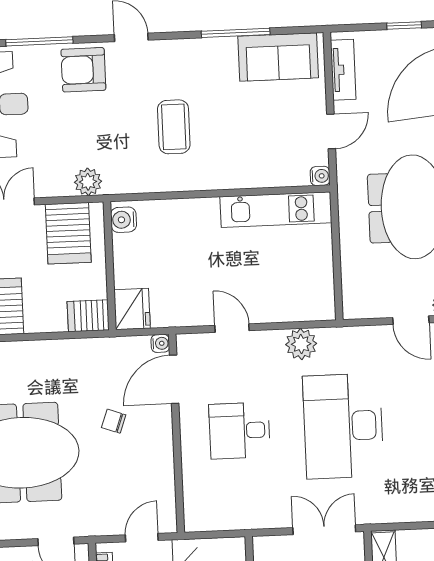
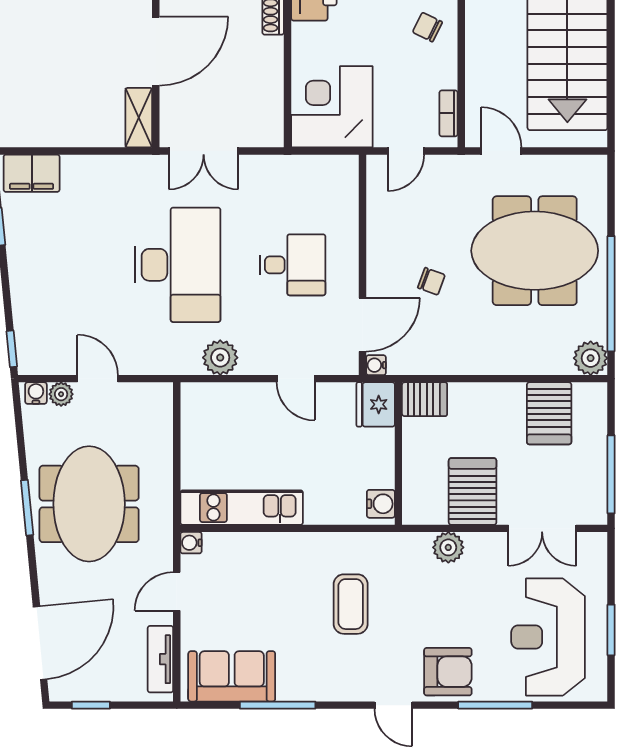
water cooler: (123, 220) -> (381, 504), moved
wall: (110, 266) -> (398, 454), moved
fridge: (132, 309) -> (376, 404), moved
server rack: (88, 316) -> (425, 399), moved

